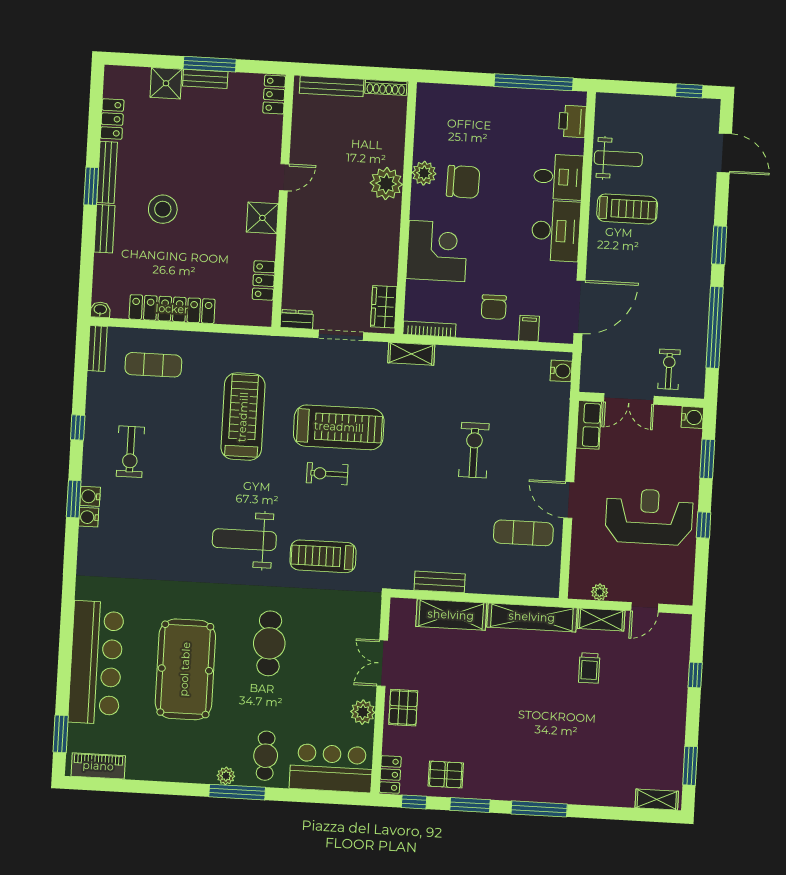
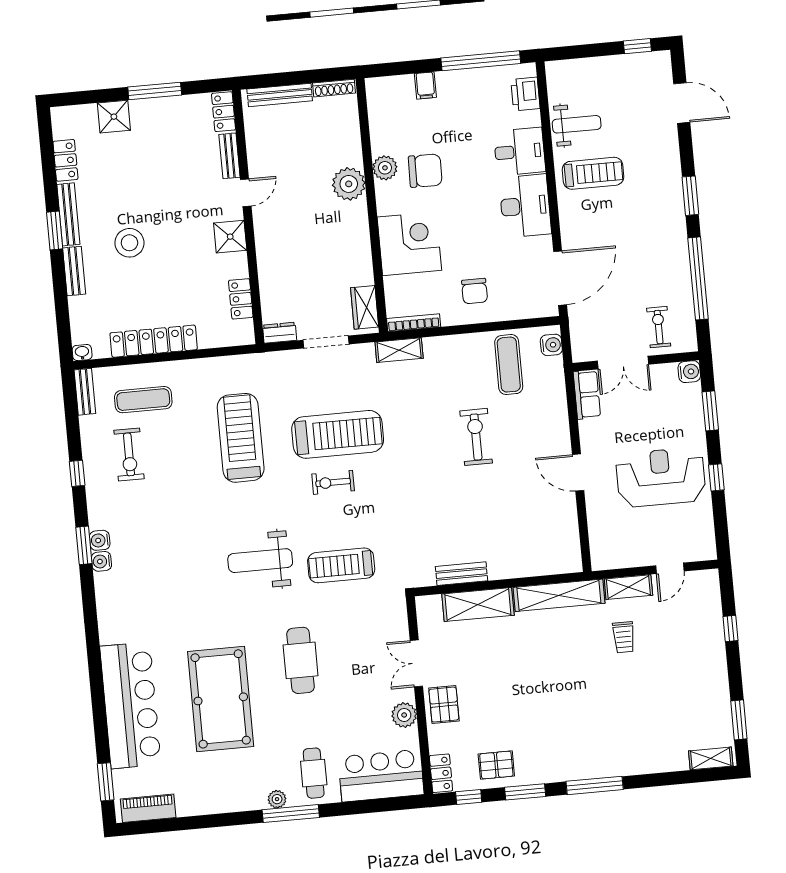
bench: (205, 79) -> (229, 156), moved, turned 90
filing cabinet: (529, 329) -> (425, 85), moved, turned 180
exercise bike: (130, 452) -> (129, 454), moved
exercise mat: (523, 533) -> (509, 365), moved, turned 90
plant: (600, 592) -> (623, 560), removed

